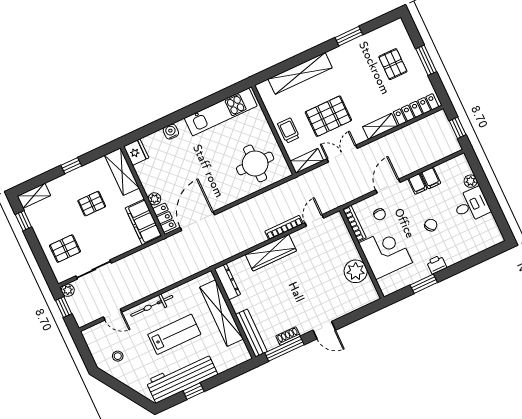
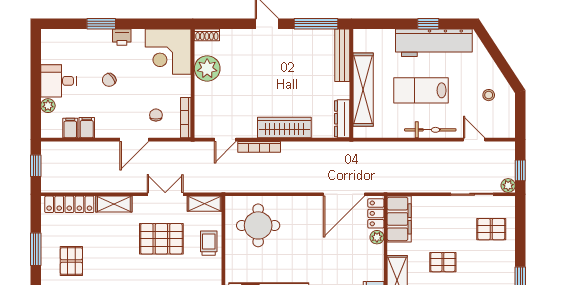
trolley: (288, 130) -> (209, 243), turned 180
double door: (342, 154) -> (165, 194), swing flipped
filing cabinet: (417, 184) -> (70, 128), moved
corner desk: (385, 253) -> (168, 52), moved
window: (424, 284) -> (101, 24), moved
shoe rack: (288, 336) -> (207, 35), moved

